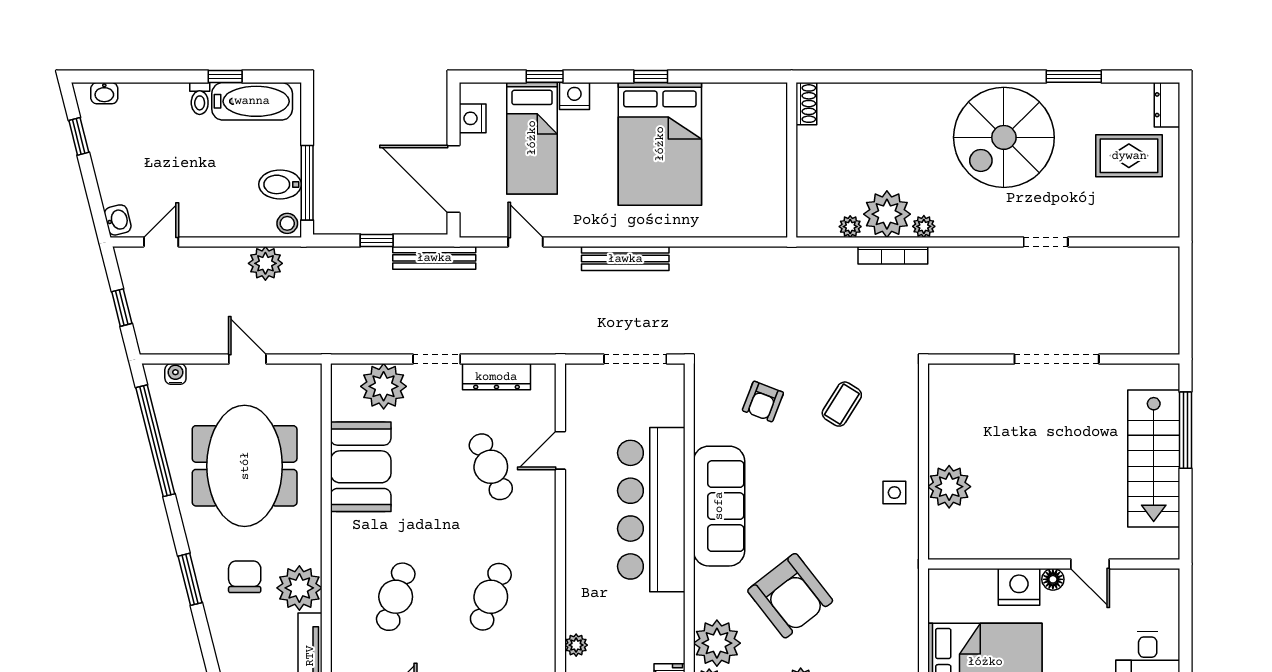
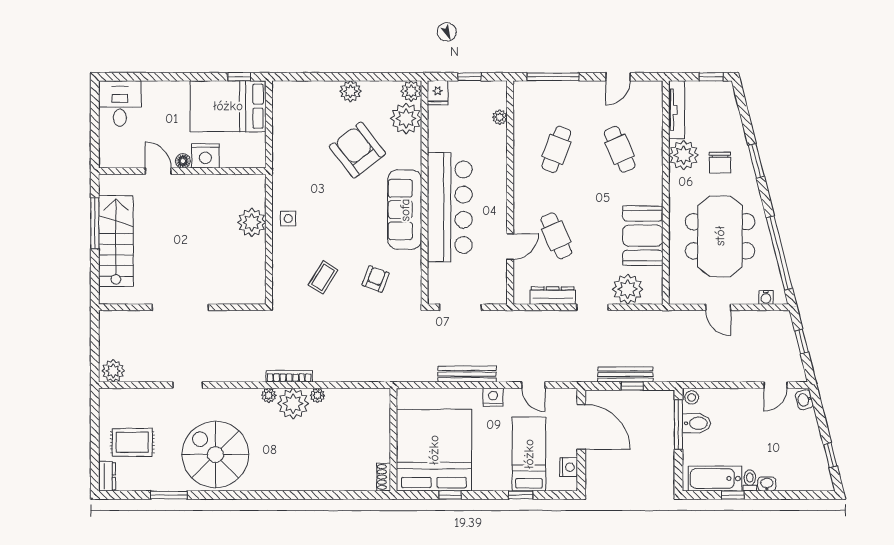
washbasin: (104, 93) -> (767, 484), moved
nightstand: (574, 96) -> (493, 397), moved, turned 180
shoe rack: (806, 104) -> (384, 477), moved
spiral stairs: (1004, 137) -> (215, 455), turned -90
bed: (660, 144) -> (434, 450), width x1.36
wall: (792, 160) -> (393, 440), moved
bench: (434, 258) -> (625, 374), moved
plant: (265, 263) -> (113, 371), moved
window: (1185, 430) -> (95, 223), moved
cafe table: (396, 597) -> (620, 149), turned -42

